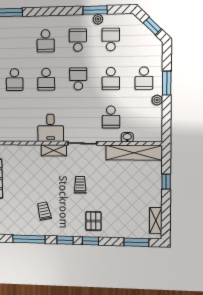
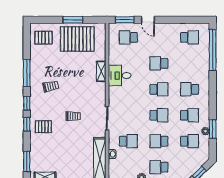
school desk: (46, 79) -> (159, 89), turned 180
school desk: (111, 117) -> (128, 141), turned 180
desk: (51, 128) -> (120, 76), moved
shelving: (54, 150) -> (101, 71), moved

